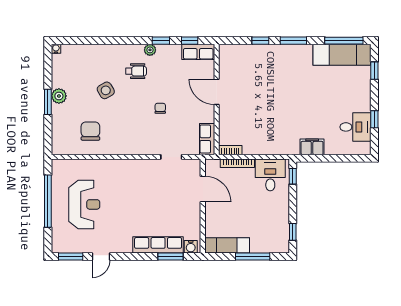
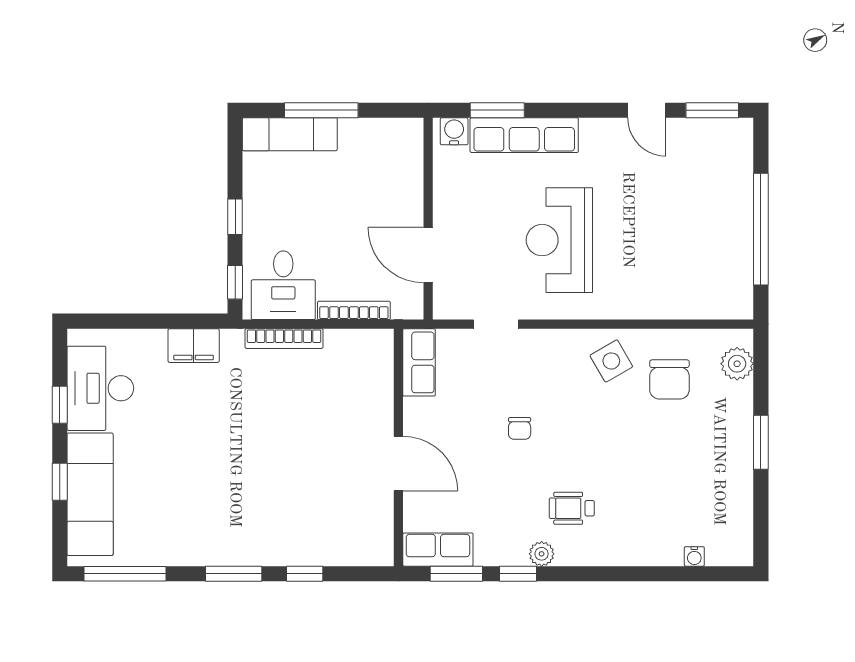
window: (190, 41) -> (456, 574), width x1.50
water cooler: (56, 49) -> (694, 556), moved
exam couch: (342, 55) -> (90, 494), moved, turned 90
window: (374, 71) -> (60, 482), moved
side table: (106, 90) -> (611, 361), moved
plant: (59, 96) -> (737, 364), moved
desk: (355, 127) -> (100, 388), width x1.37
bookcase: (230, 150) -> (284, 339), moved, width x1.56
reception desk: (84, 204) -> (559, 240), moved
window: (293, 232) -> (235, 217), moved
exam couch: (227, 245) -> (290, 134), moved
door: (101, 256) -> (647, 110), swing flipped

